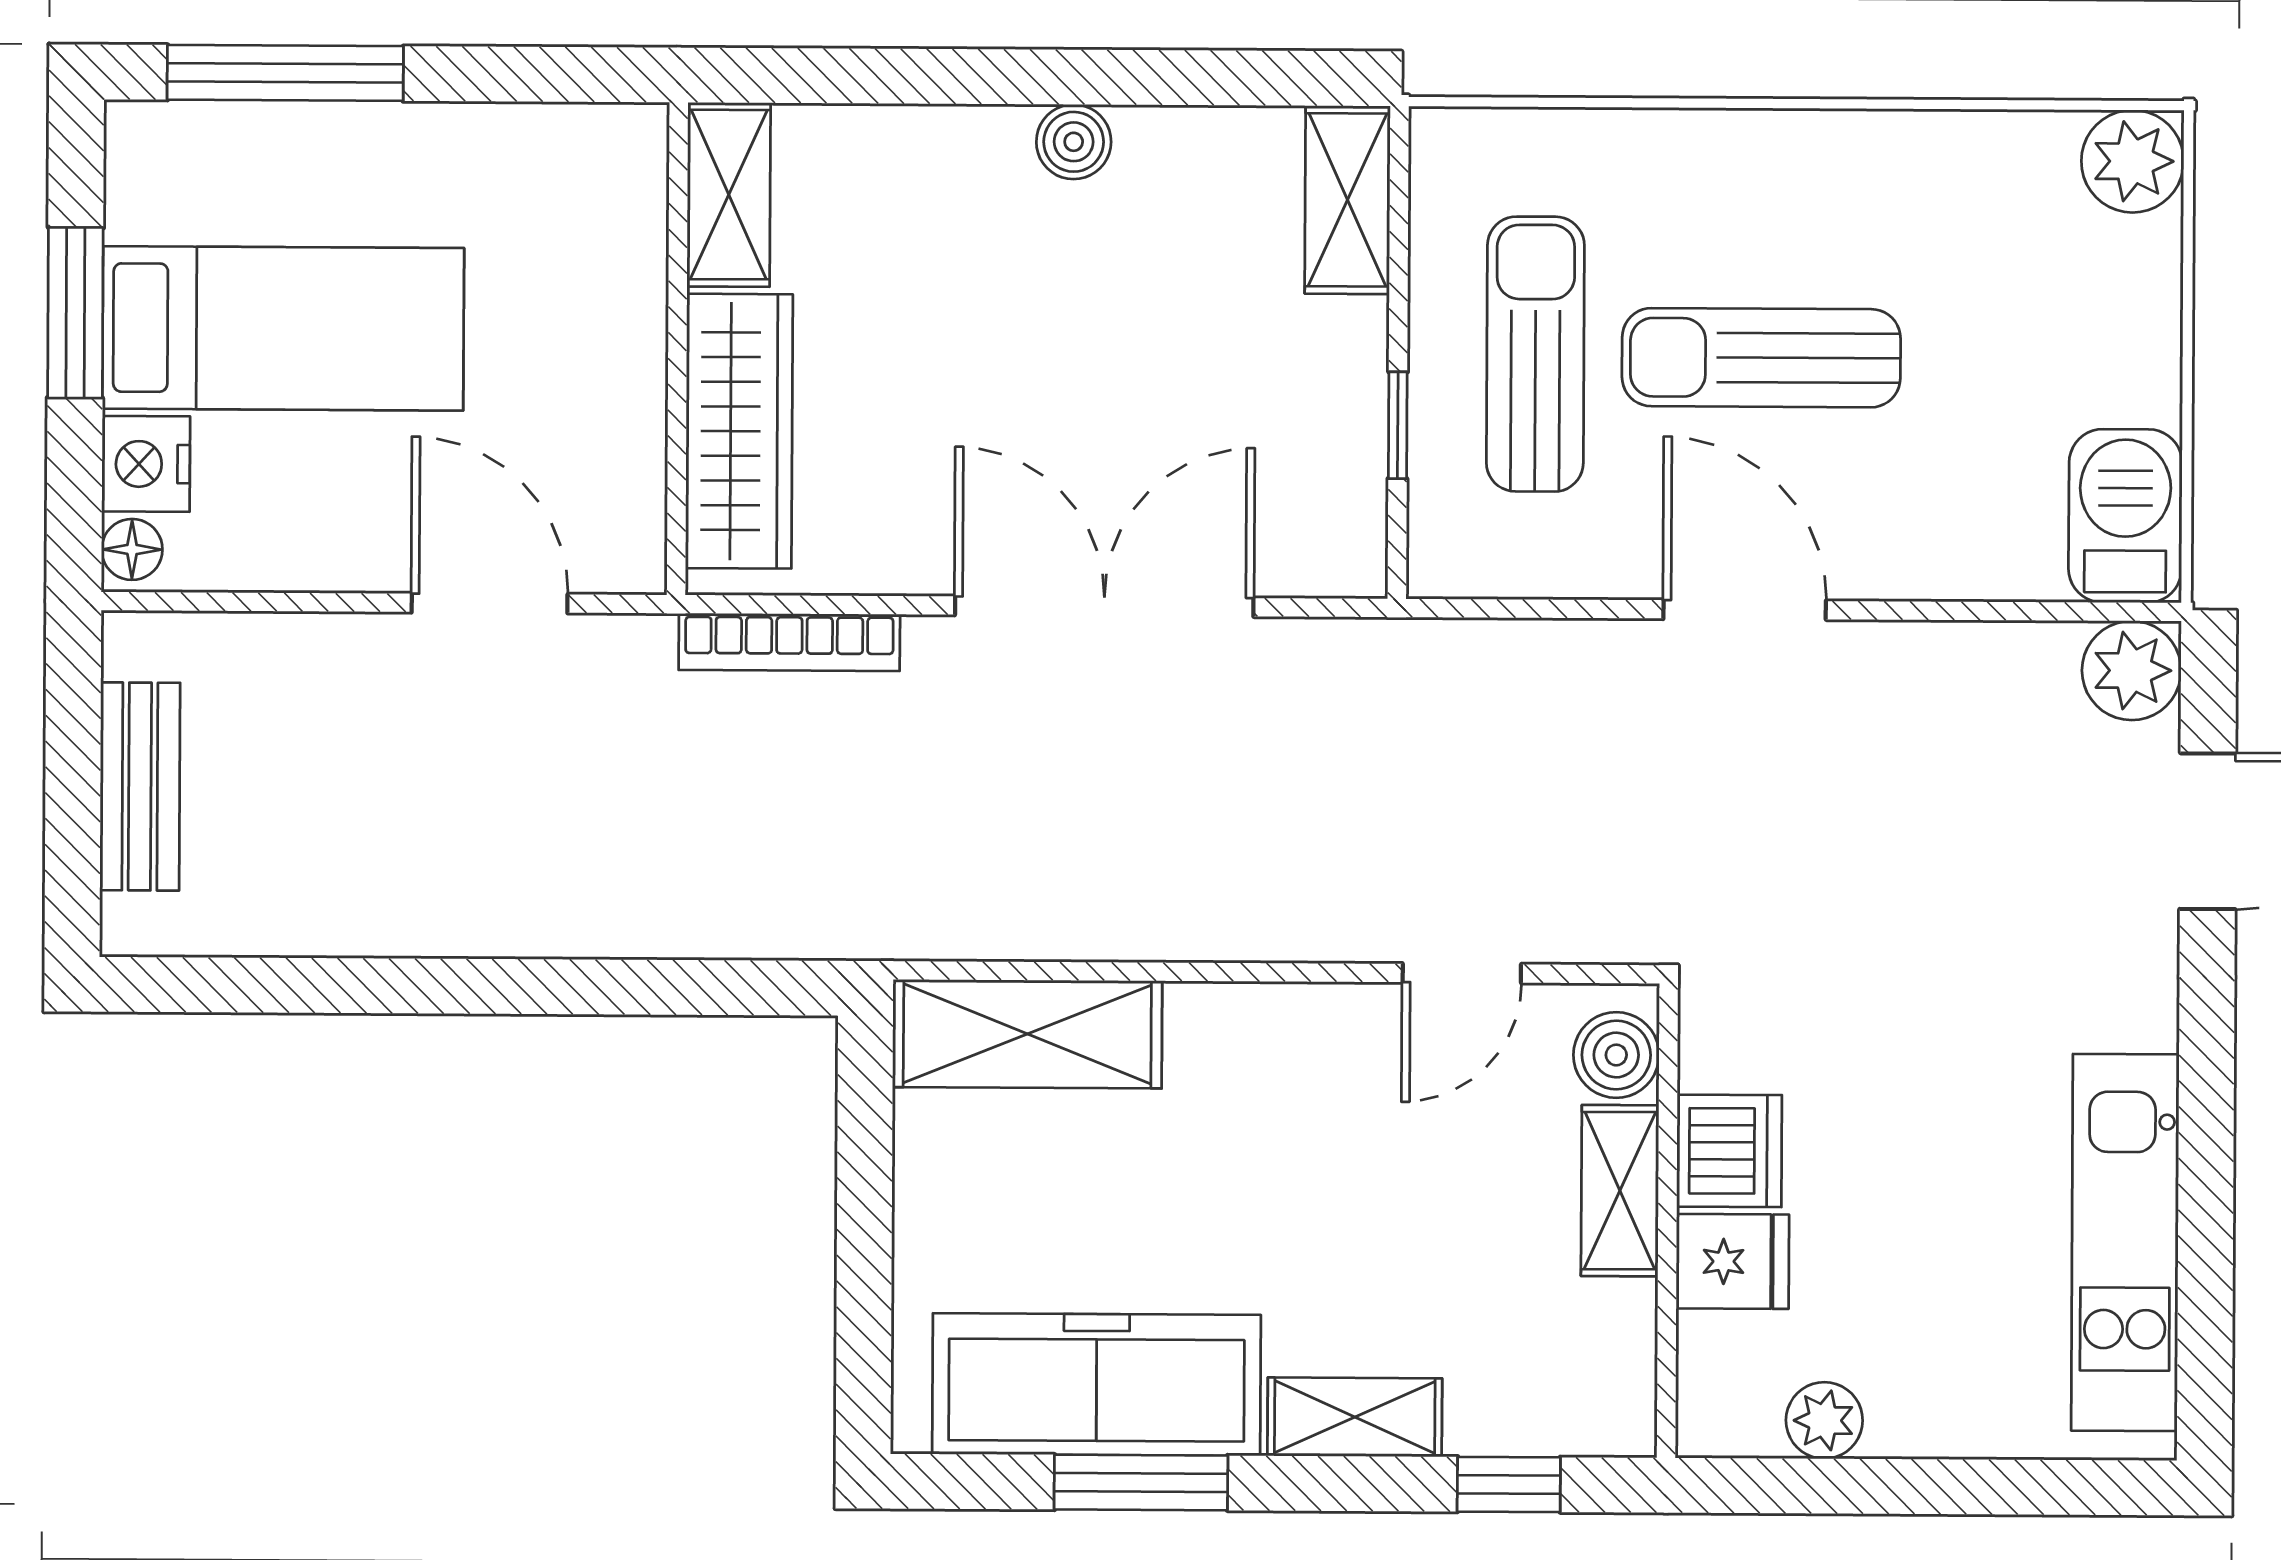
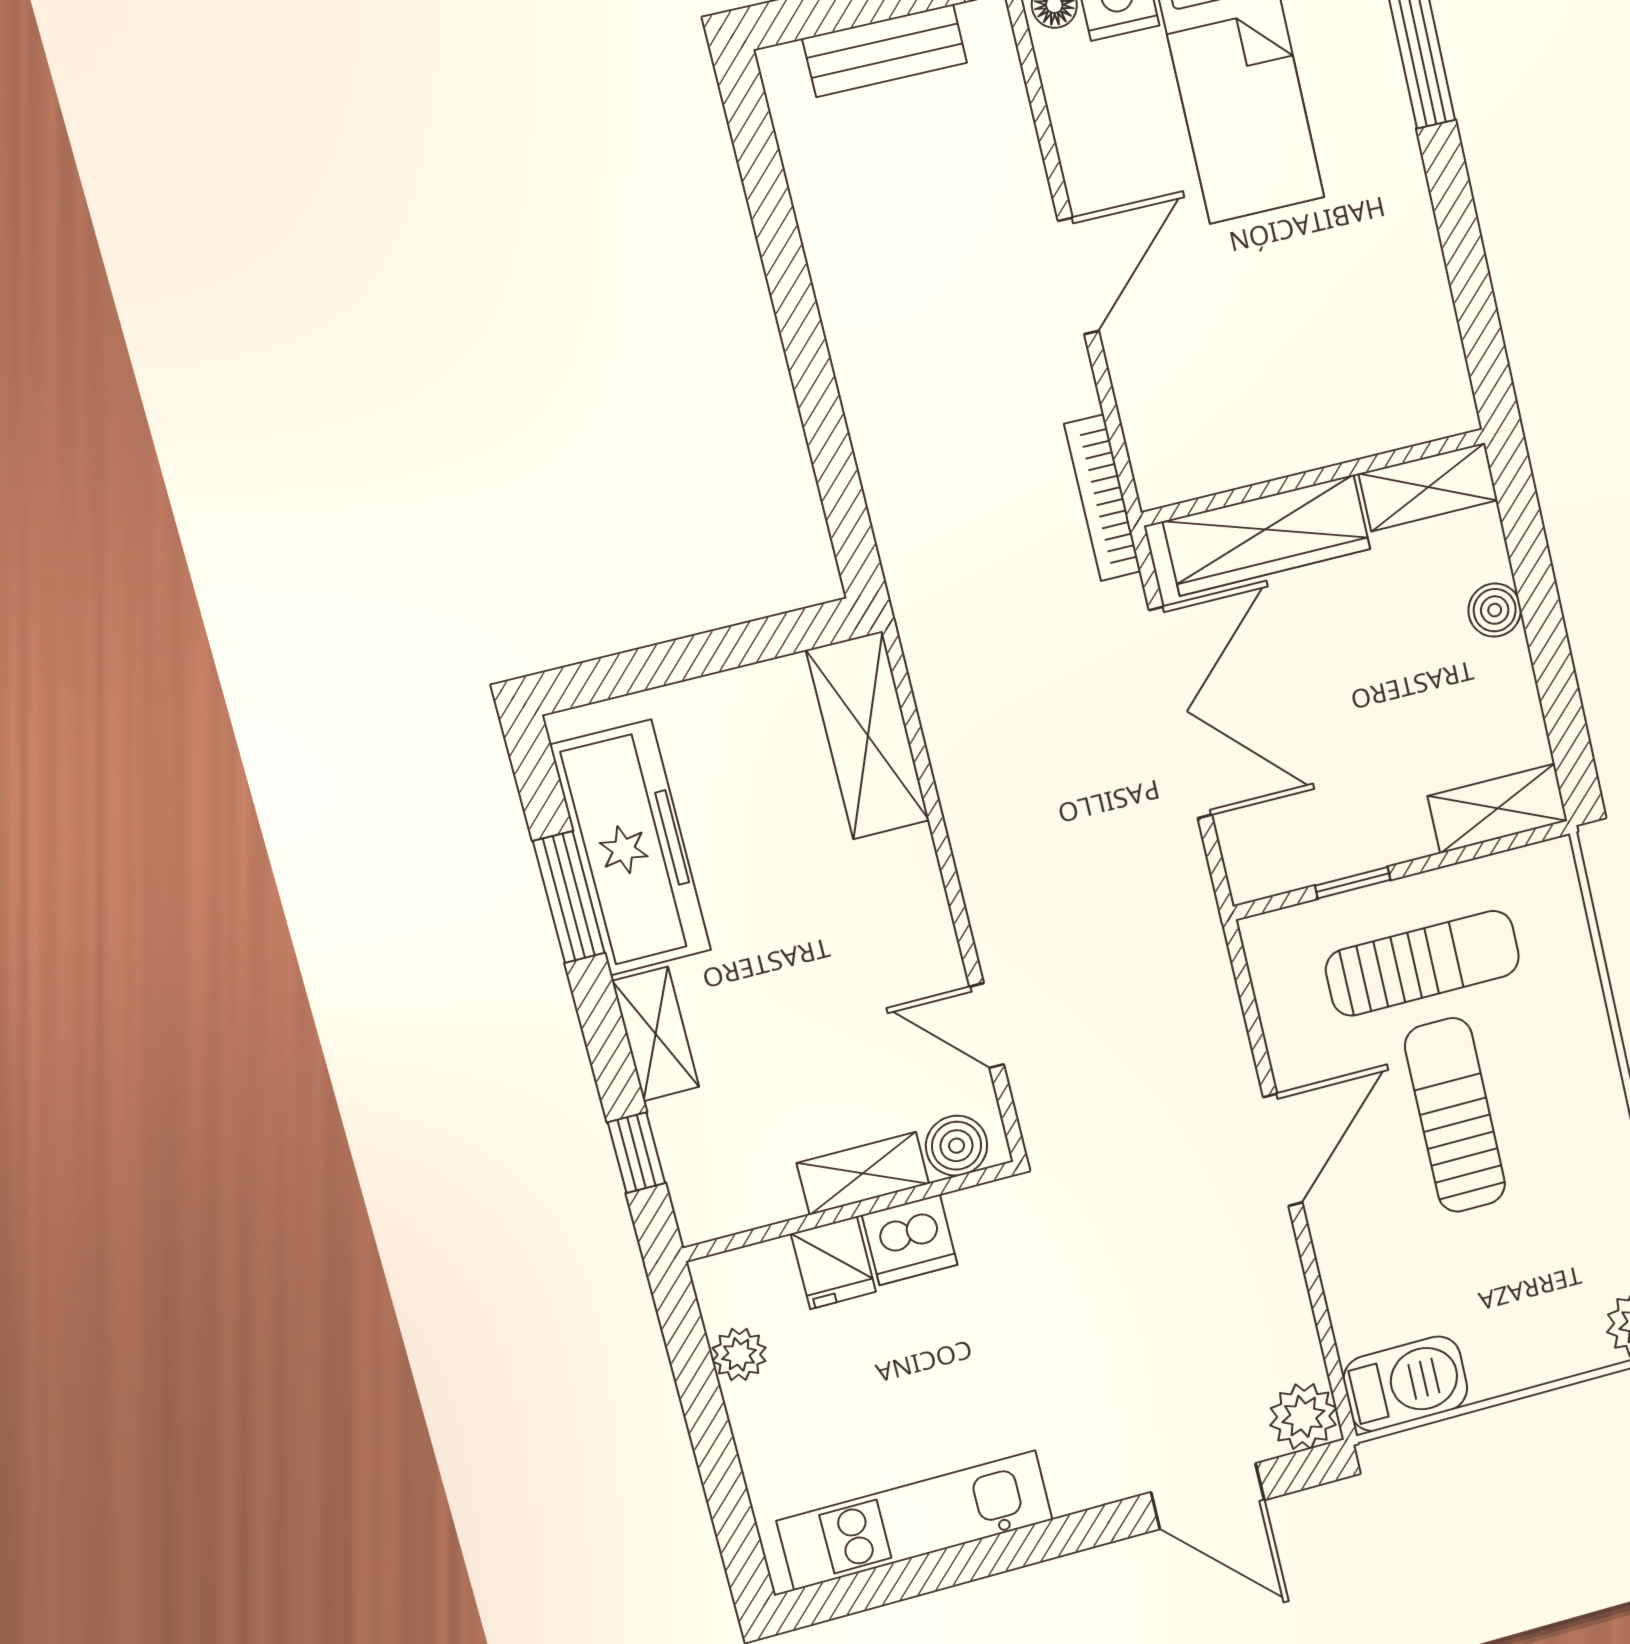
shelving: (729, 195) -> (1428, 487), moved
wall: (677, 349) -> (1314, 477), moved
wardrobe: (739, 431) -> (1267, 535), moved

